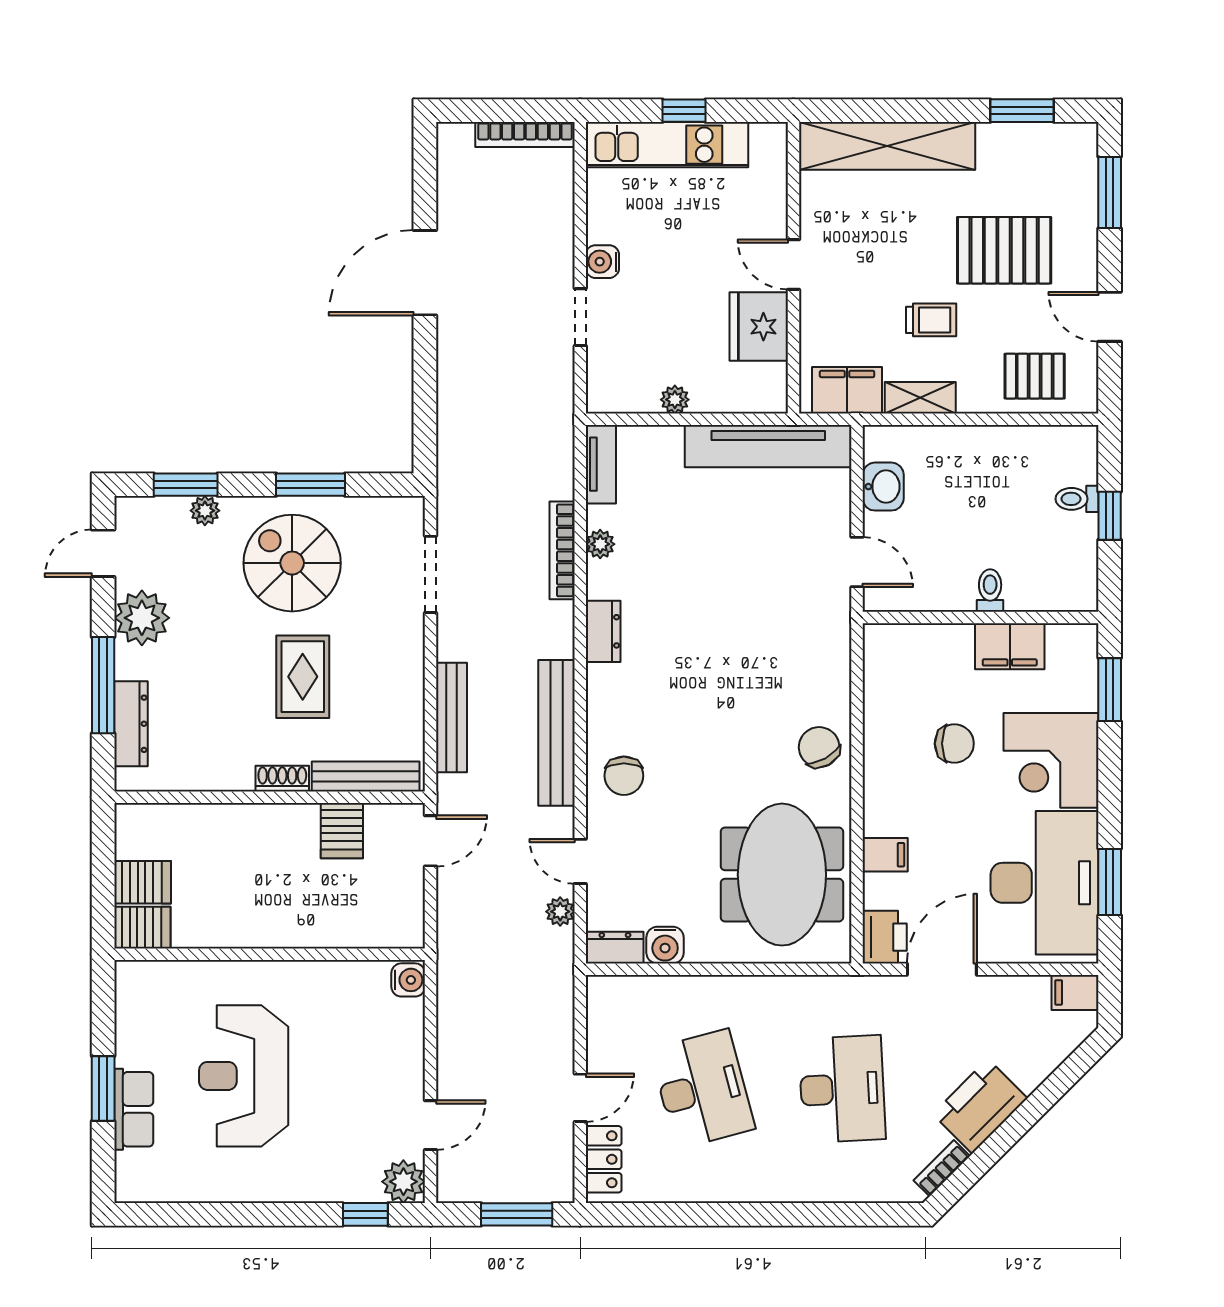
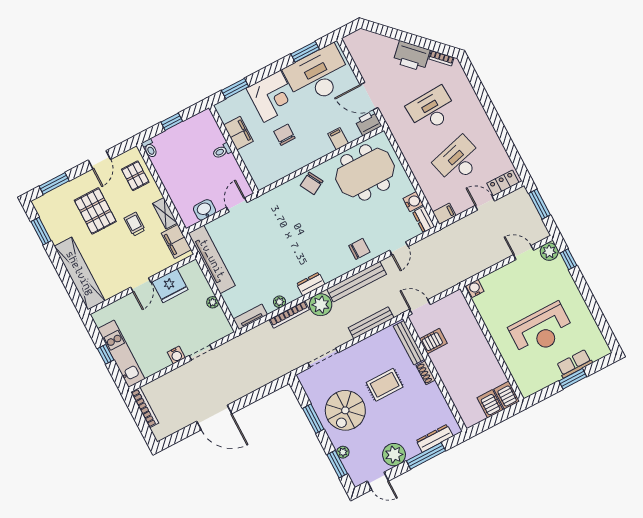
toilet: (1077, 499) -> (150, 148), moved
plant: (560, 912) -> (321, 305), moved, width x1.87, depth x1.87
filing cabinet: (1075, 992) -> (444, 214), moved, turned -90

